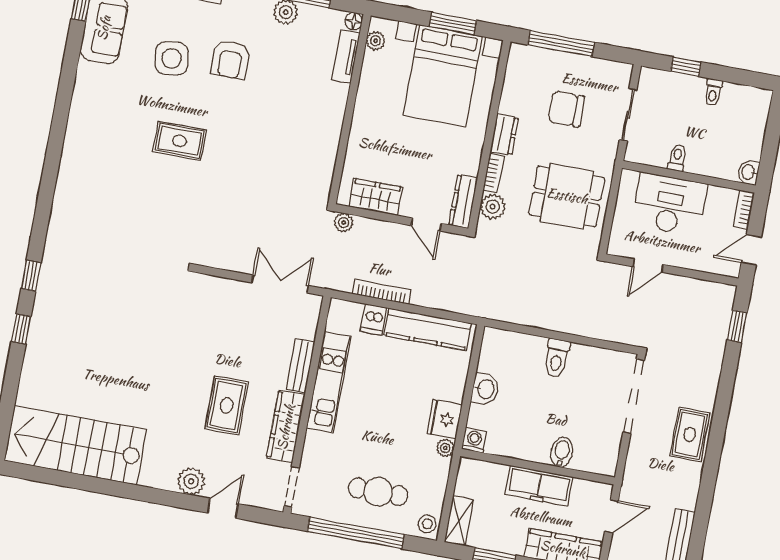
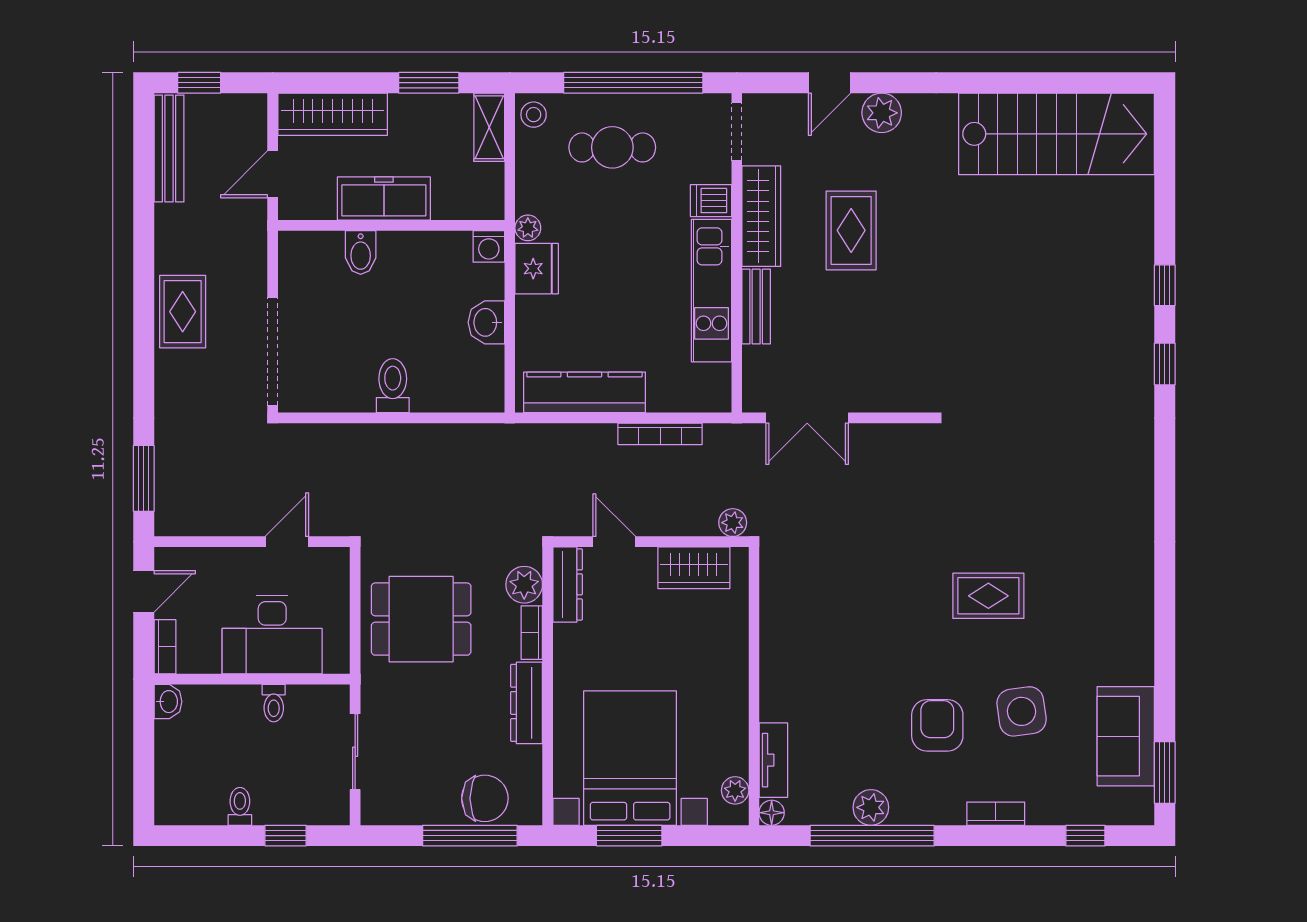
chair: (566, 109) -> (485, 798), moved
dresser: (504, 135) -> (527, 703), width x1.44
dishwasher: (374, 319) -> (711, 201), moved, turned -90
window: (737, 326) -> (144, 478), width x1.50

